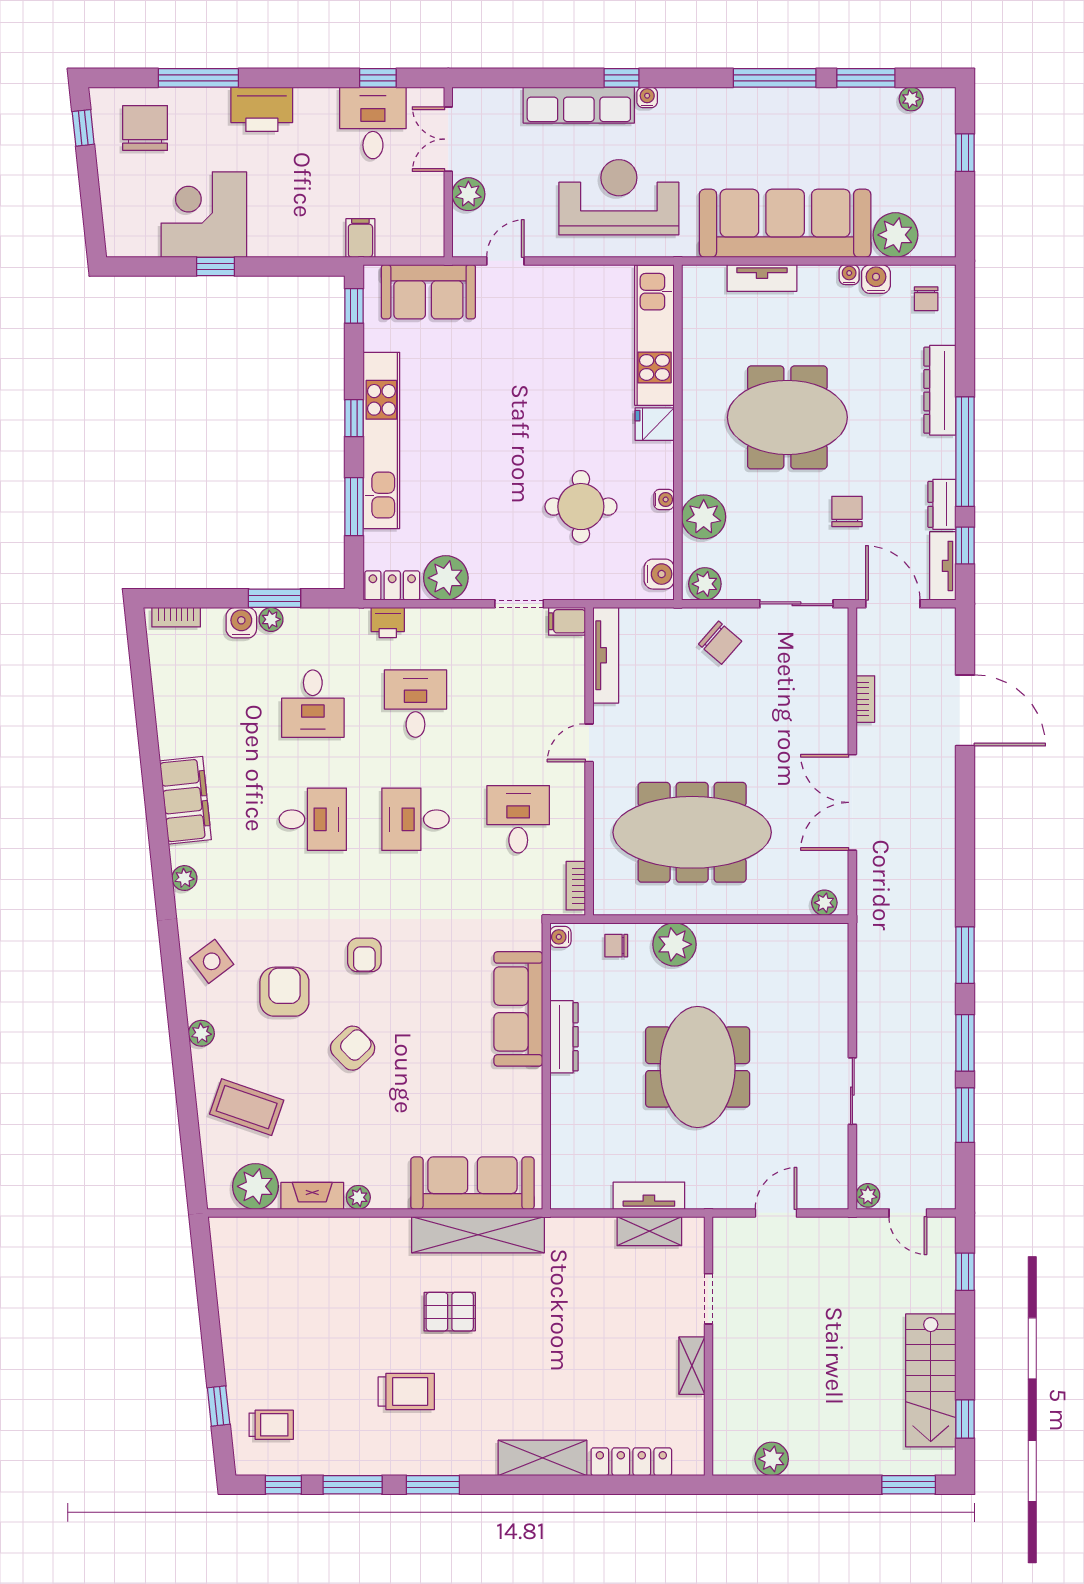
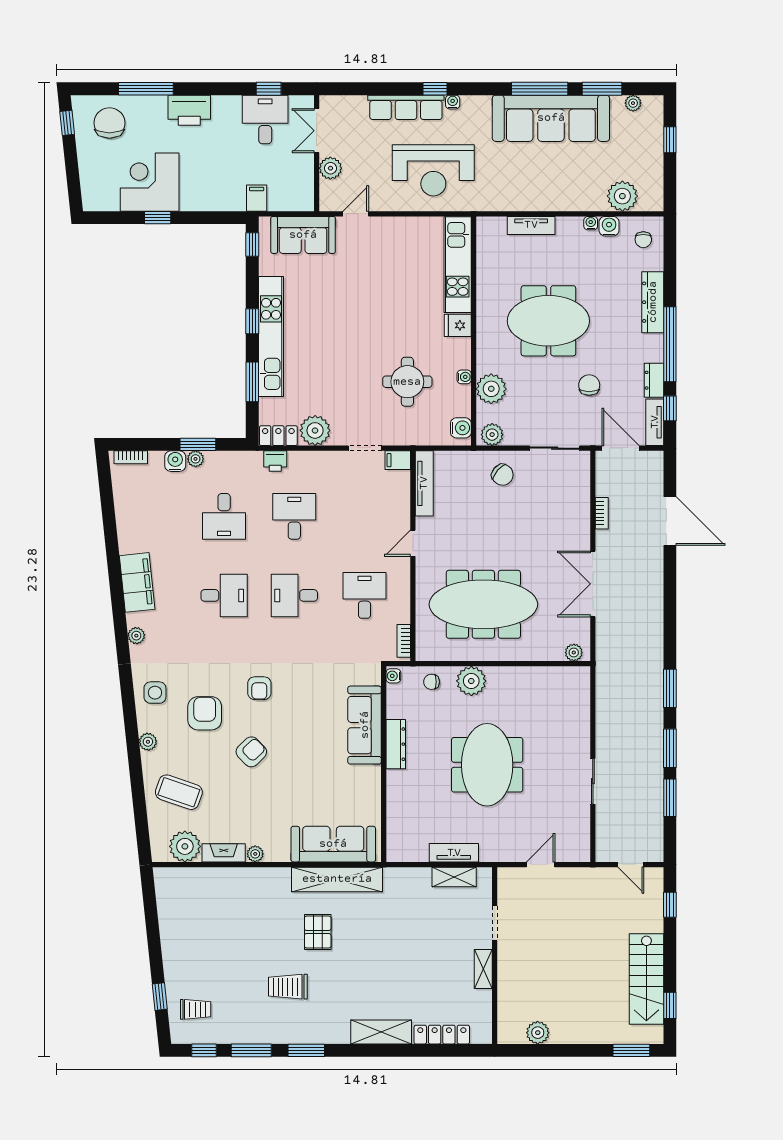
reception desk: (619, 197) -> (433, 170), turned 180
sofa: (785, 223) -> (551, 118), moved, turned 180
side table: (212, 961) -> (155, 693), turned 37
plant: (868, 1195) -> (603, 852), removed
pallet: (450, 1312) -> (318, 932), turned 90
trolley: (406, 1391) -> (288, 987), turned 180

